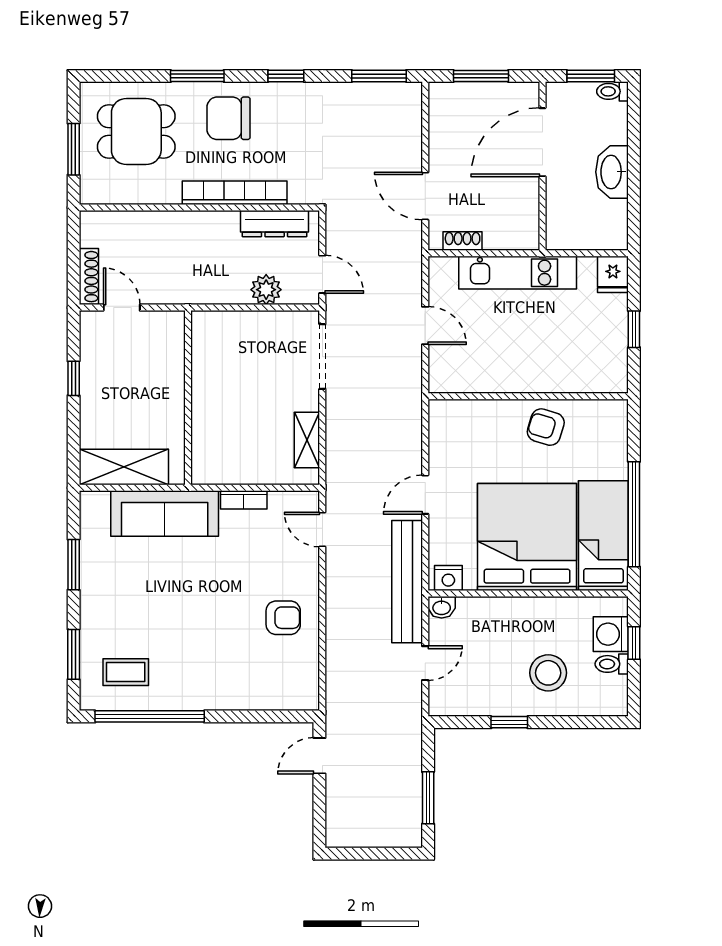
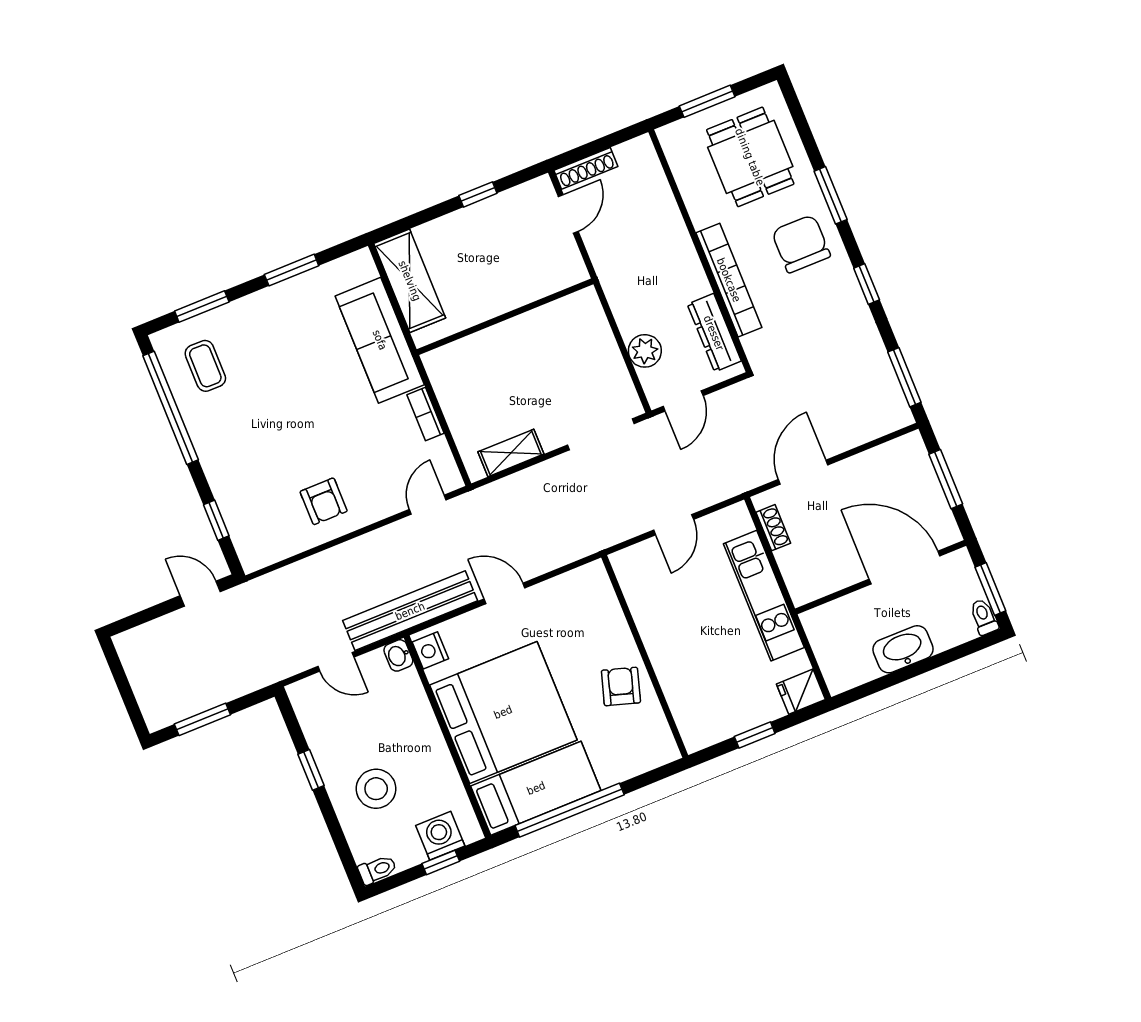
toilet: (612, 664) -> (377, 870), moved, turned 90
window: (262, 716) -> (216, 520), added

